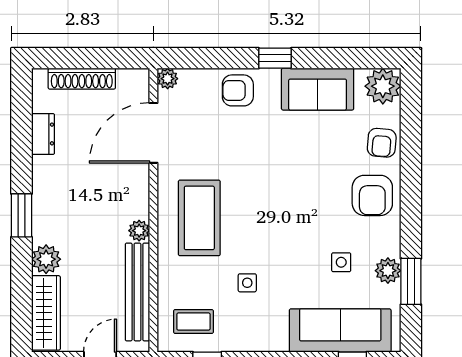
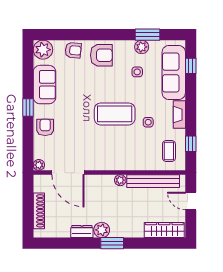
armchair: (238, 90) -> (45, 127), turned 180
dresser: (43, 134) -> (82, 232), moved
coffee table: (199, 218) -> (115, 114), moved
plant: (46, 259) -> (102, 230), moved
fireplace: (262, 341) -> (179, 115), added

